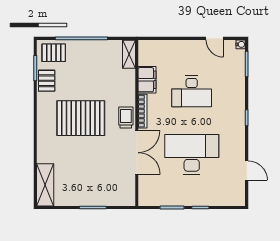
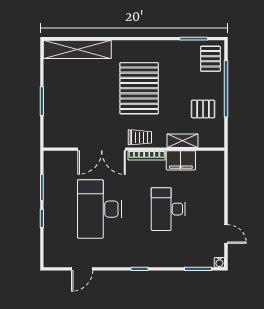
door: (215, 38) -> (226, 234), swing flipped
shelving: (129, 54) -> (182, 141), moved
pallet: (47, 81) -> (203, 109), moved
desk: (192, 154) -> (100, 209), turned 180
shelving: (45, 185) -> (77, 49), width x1.47

